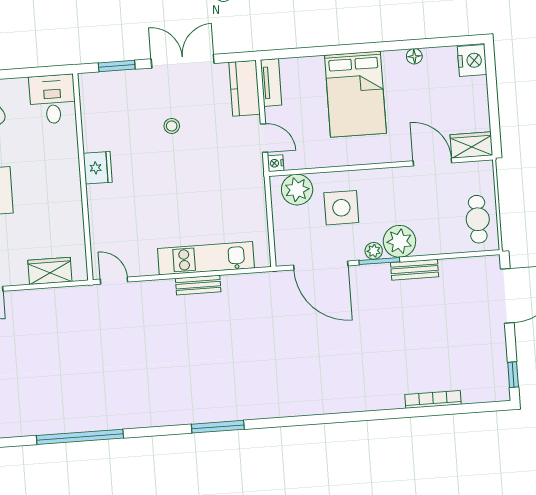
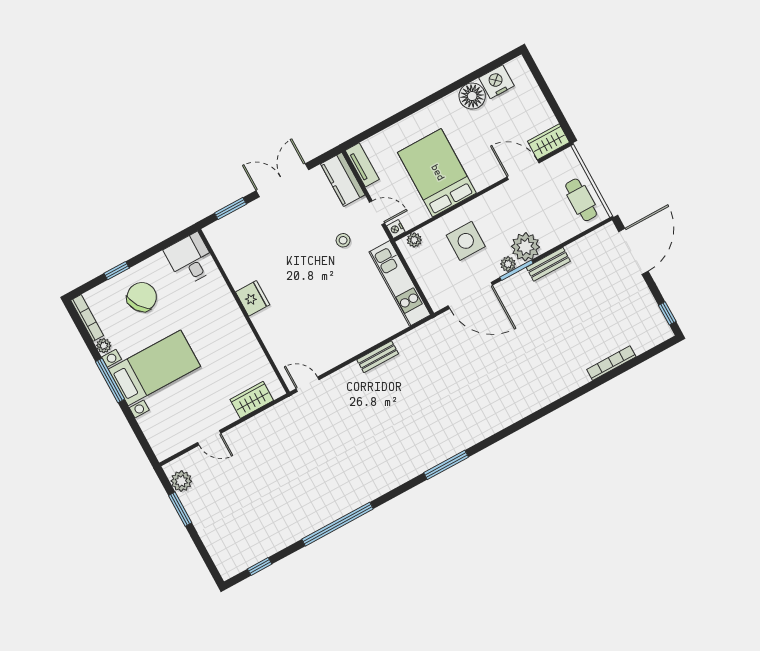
floor lamp: (414, 56) -> (472, 96), width x1.89, depth x1.89
nightstand: (472, 60) -> (496, 82), moved, turned -90
bed: (355, 94) -> (437, 173), moved, turned 180
stool: (172, 126) -> (343, 240), moved
plant: (297, 190) -> (414, 240), width x0.53, depth x0.53
kitchen unit: (206, 258) -> (400, 283), moved, turned -90

